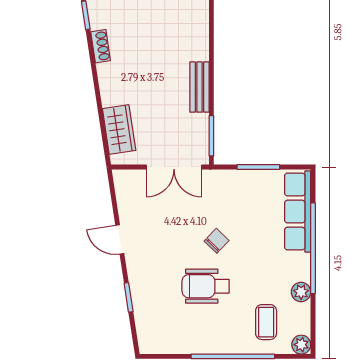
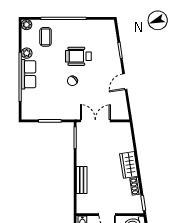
bench: (200, 87) -> (82, 180), moved
wardrobe: (119, 130) -> (129, 165), moved
row of seats: (298, 212) -> (28, 74), moved, width x0.68
door: (120, 239) -> (125, 82), swing flipped
wheelchair: (206, 286) -> (78, 56), turned 180

